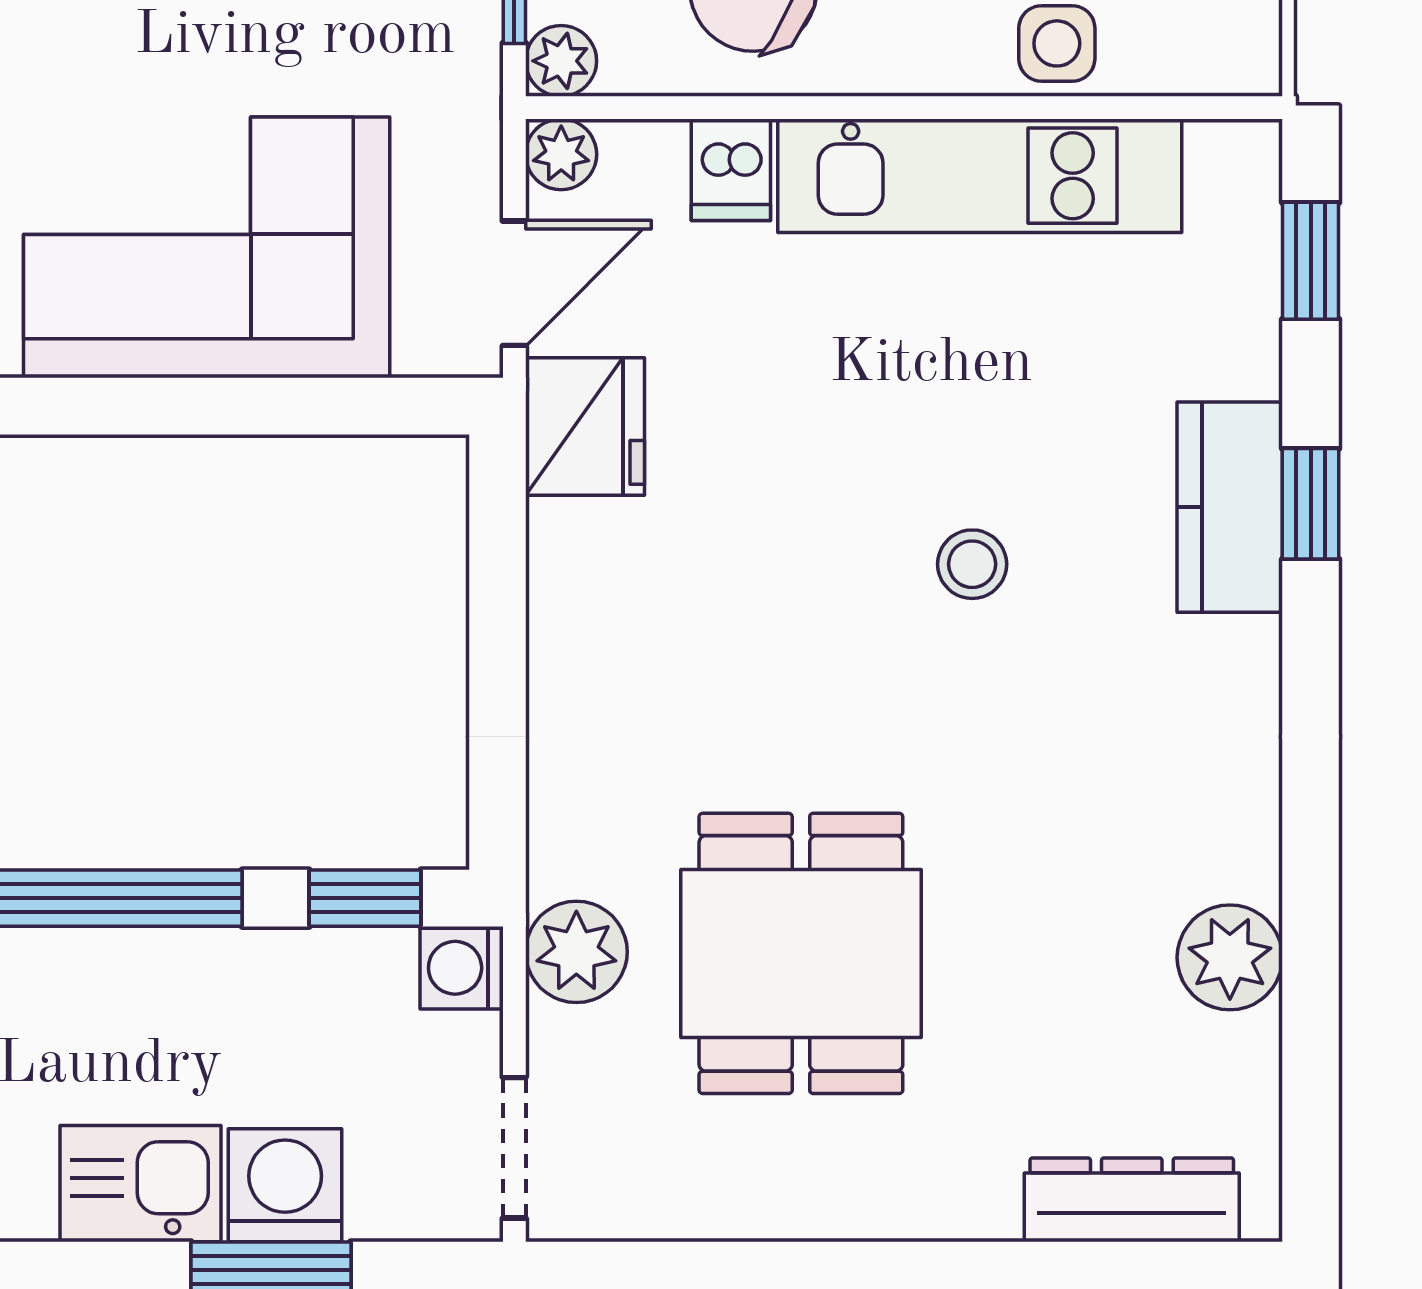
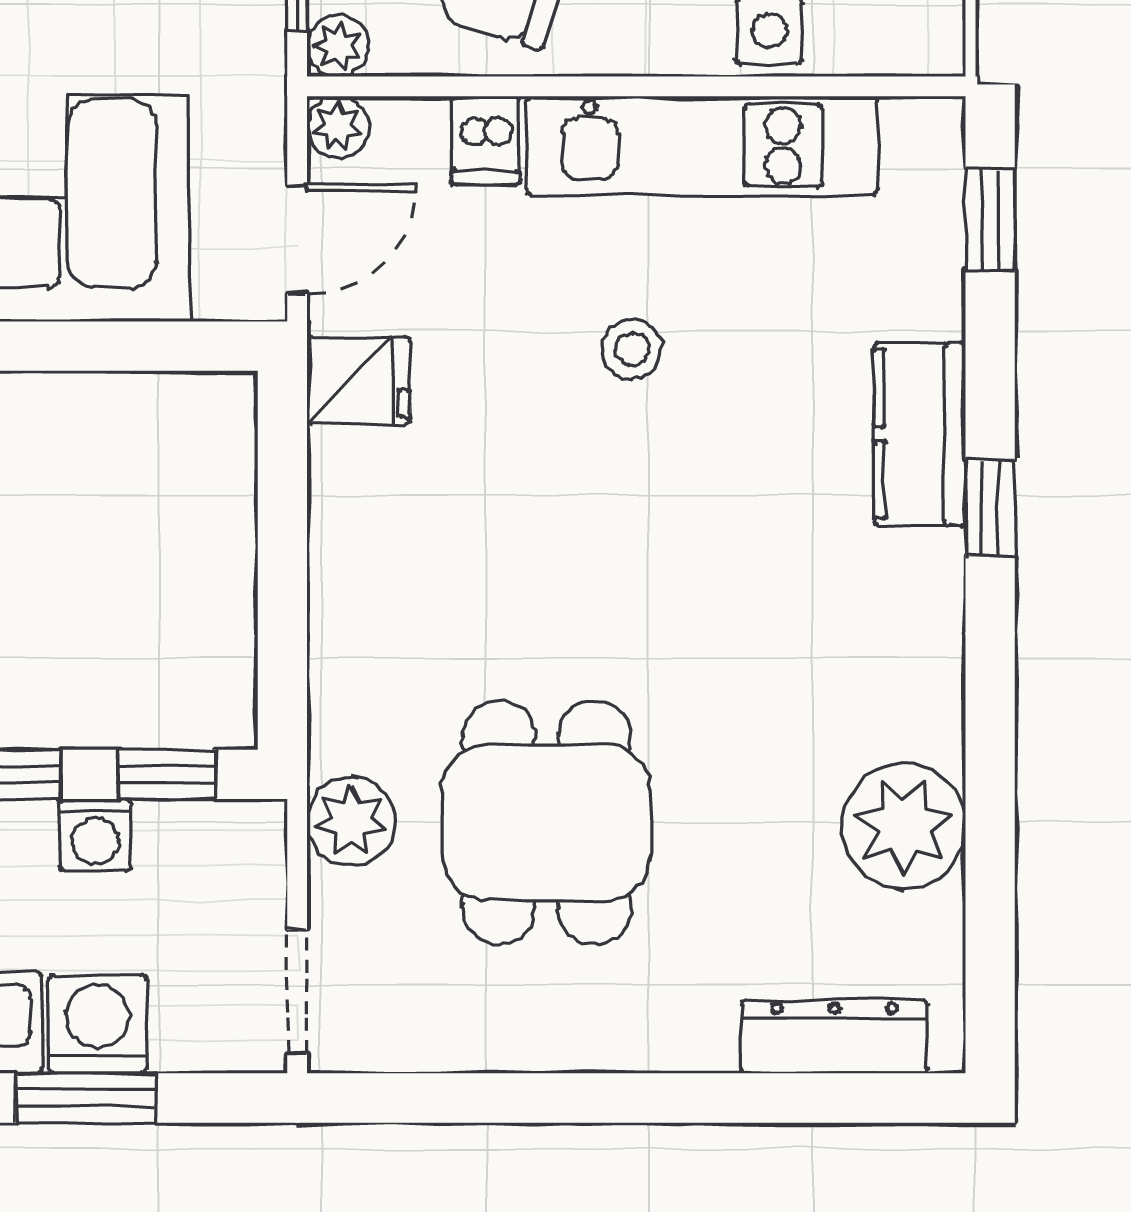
fridge: (585, 426) -> (359, 381), width x0.72
window: (1311, 504) -> (990, 508), moved
stool: (972, 564) -> (632, 349), moved
plant: (1230, 957) -> (903, 826), width x1.36, depth x1.36
washing machine: (462, 968) -> (95, 835), moved, turned -90

